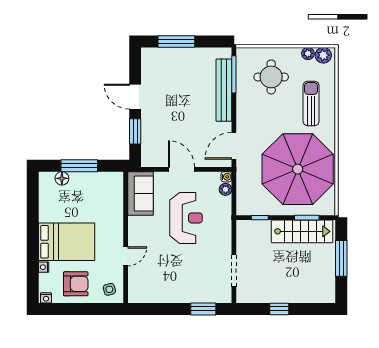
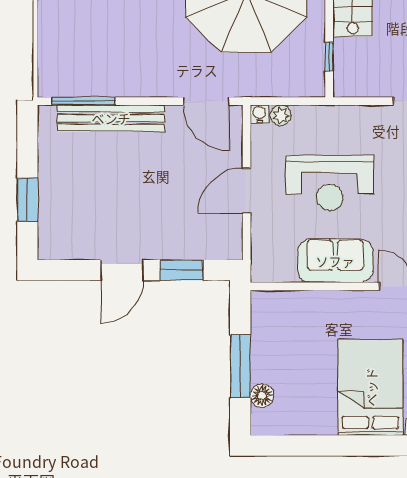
window: (176, 41) -> (27, 200), width x0.69
round table: (271, 77) -> (88, 37), removed
sofa: (141, 193) -> (335, 261), moved
reception desk: (186, 218) -> (330, 183), turned 180

